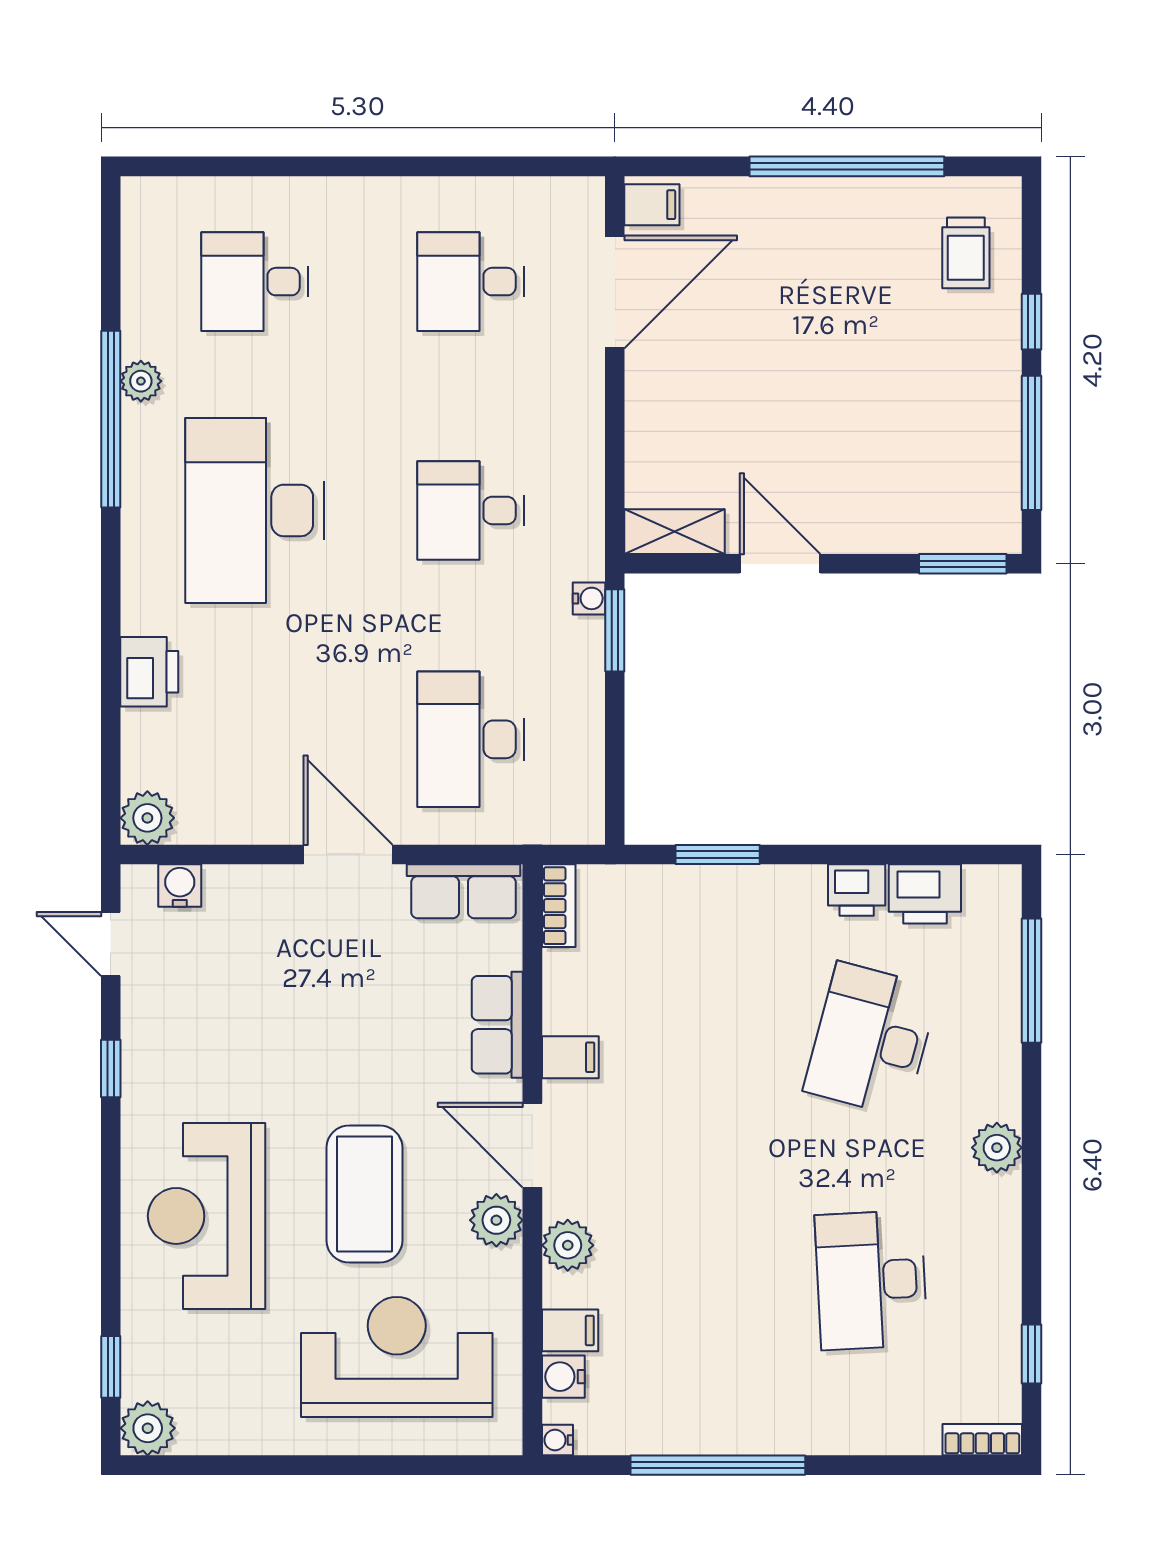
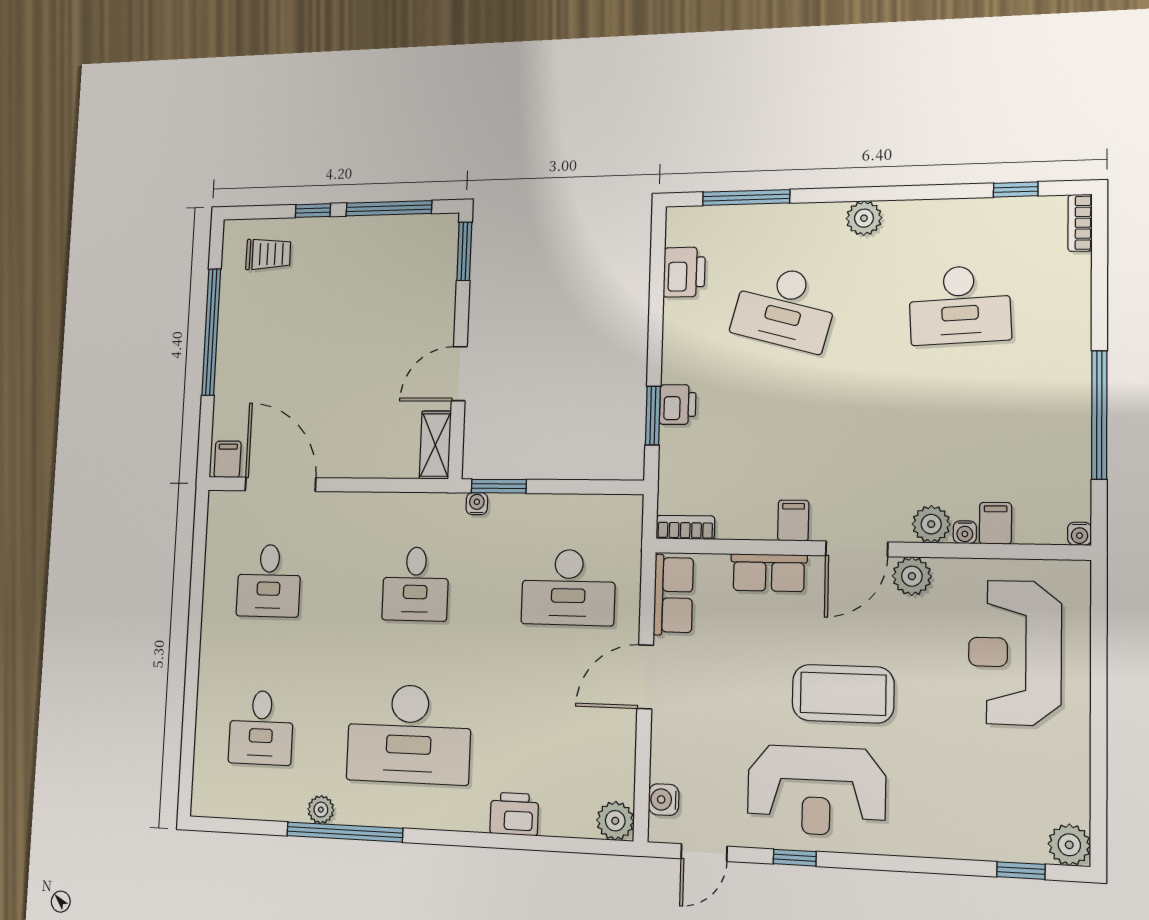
printer: (857, 890) -> (678, 404), moved
coffee table: (364, 1194) -> (843, 694), moved
reception desk: (206, 1216) -> (816, 790), moved
water cooler: (563, 1377) -> (965, 532), moved, width x0.72, depth x0.72

